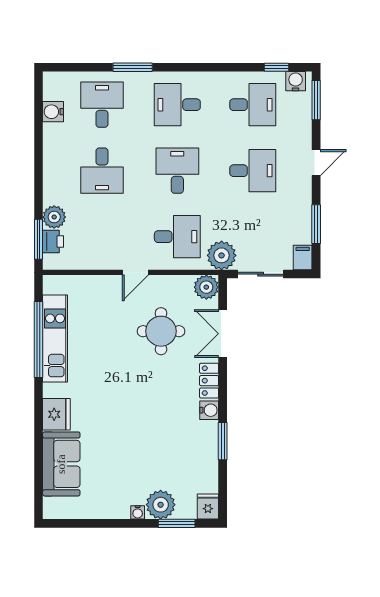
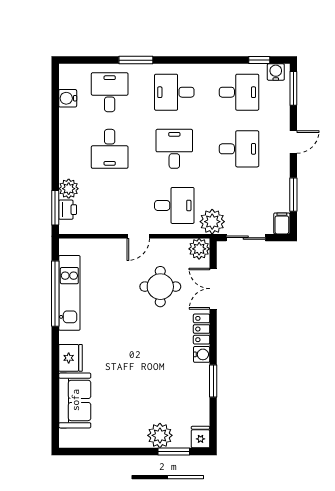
water cooler: (138, 512) -> (140, 442), removed

